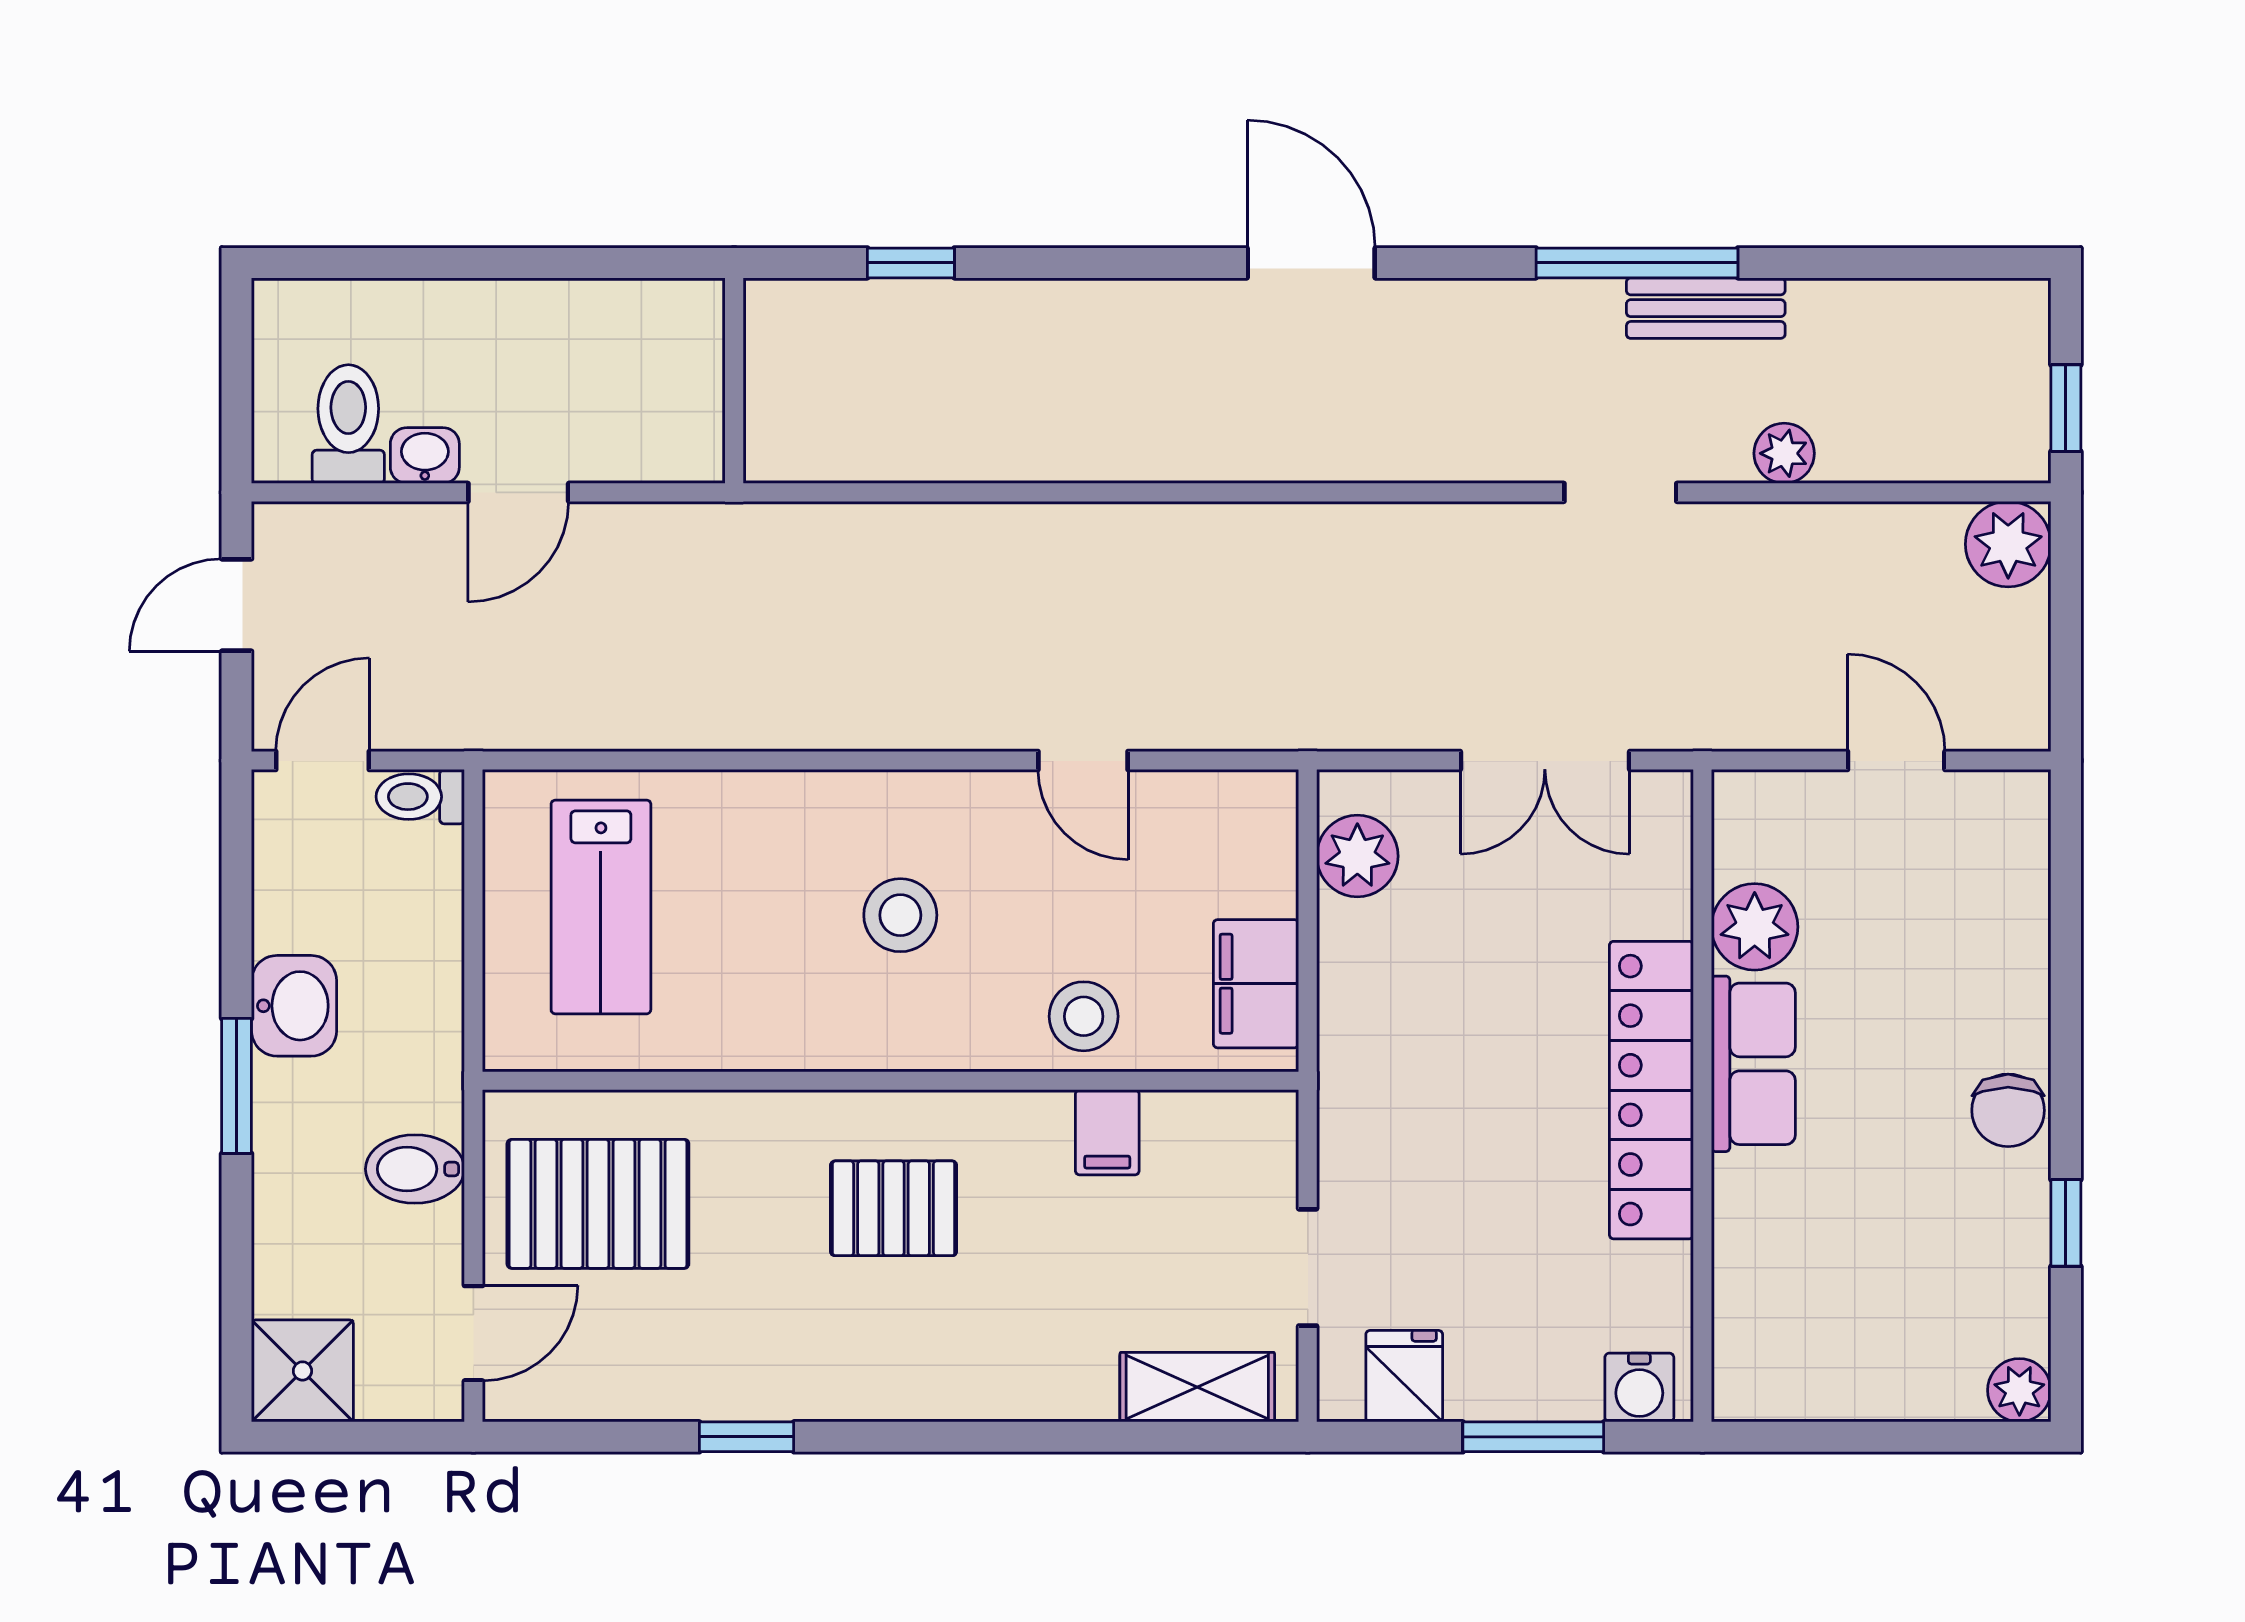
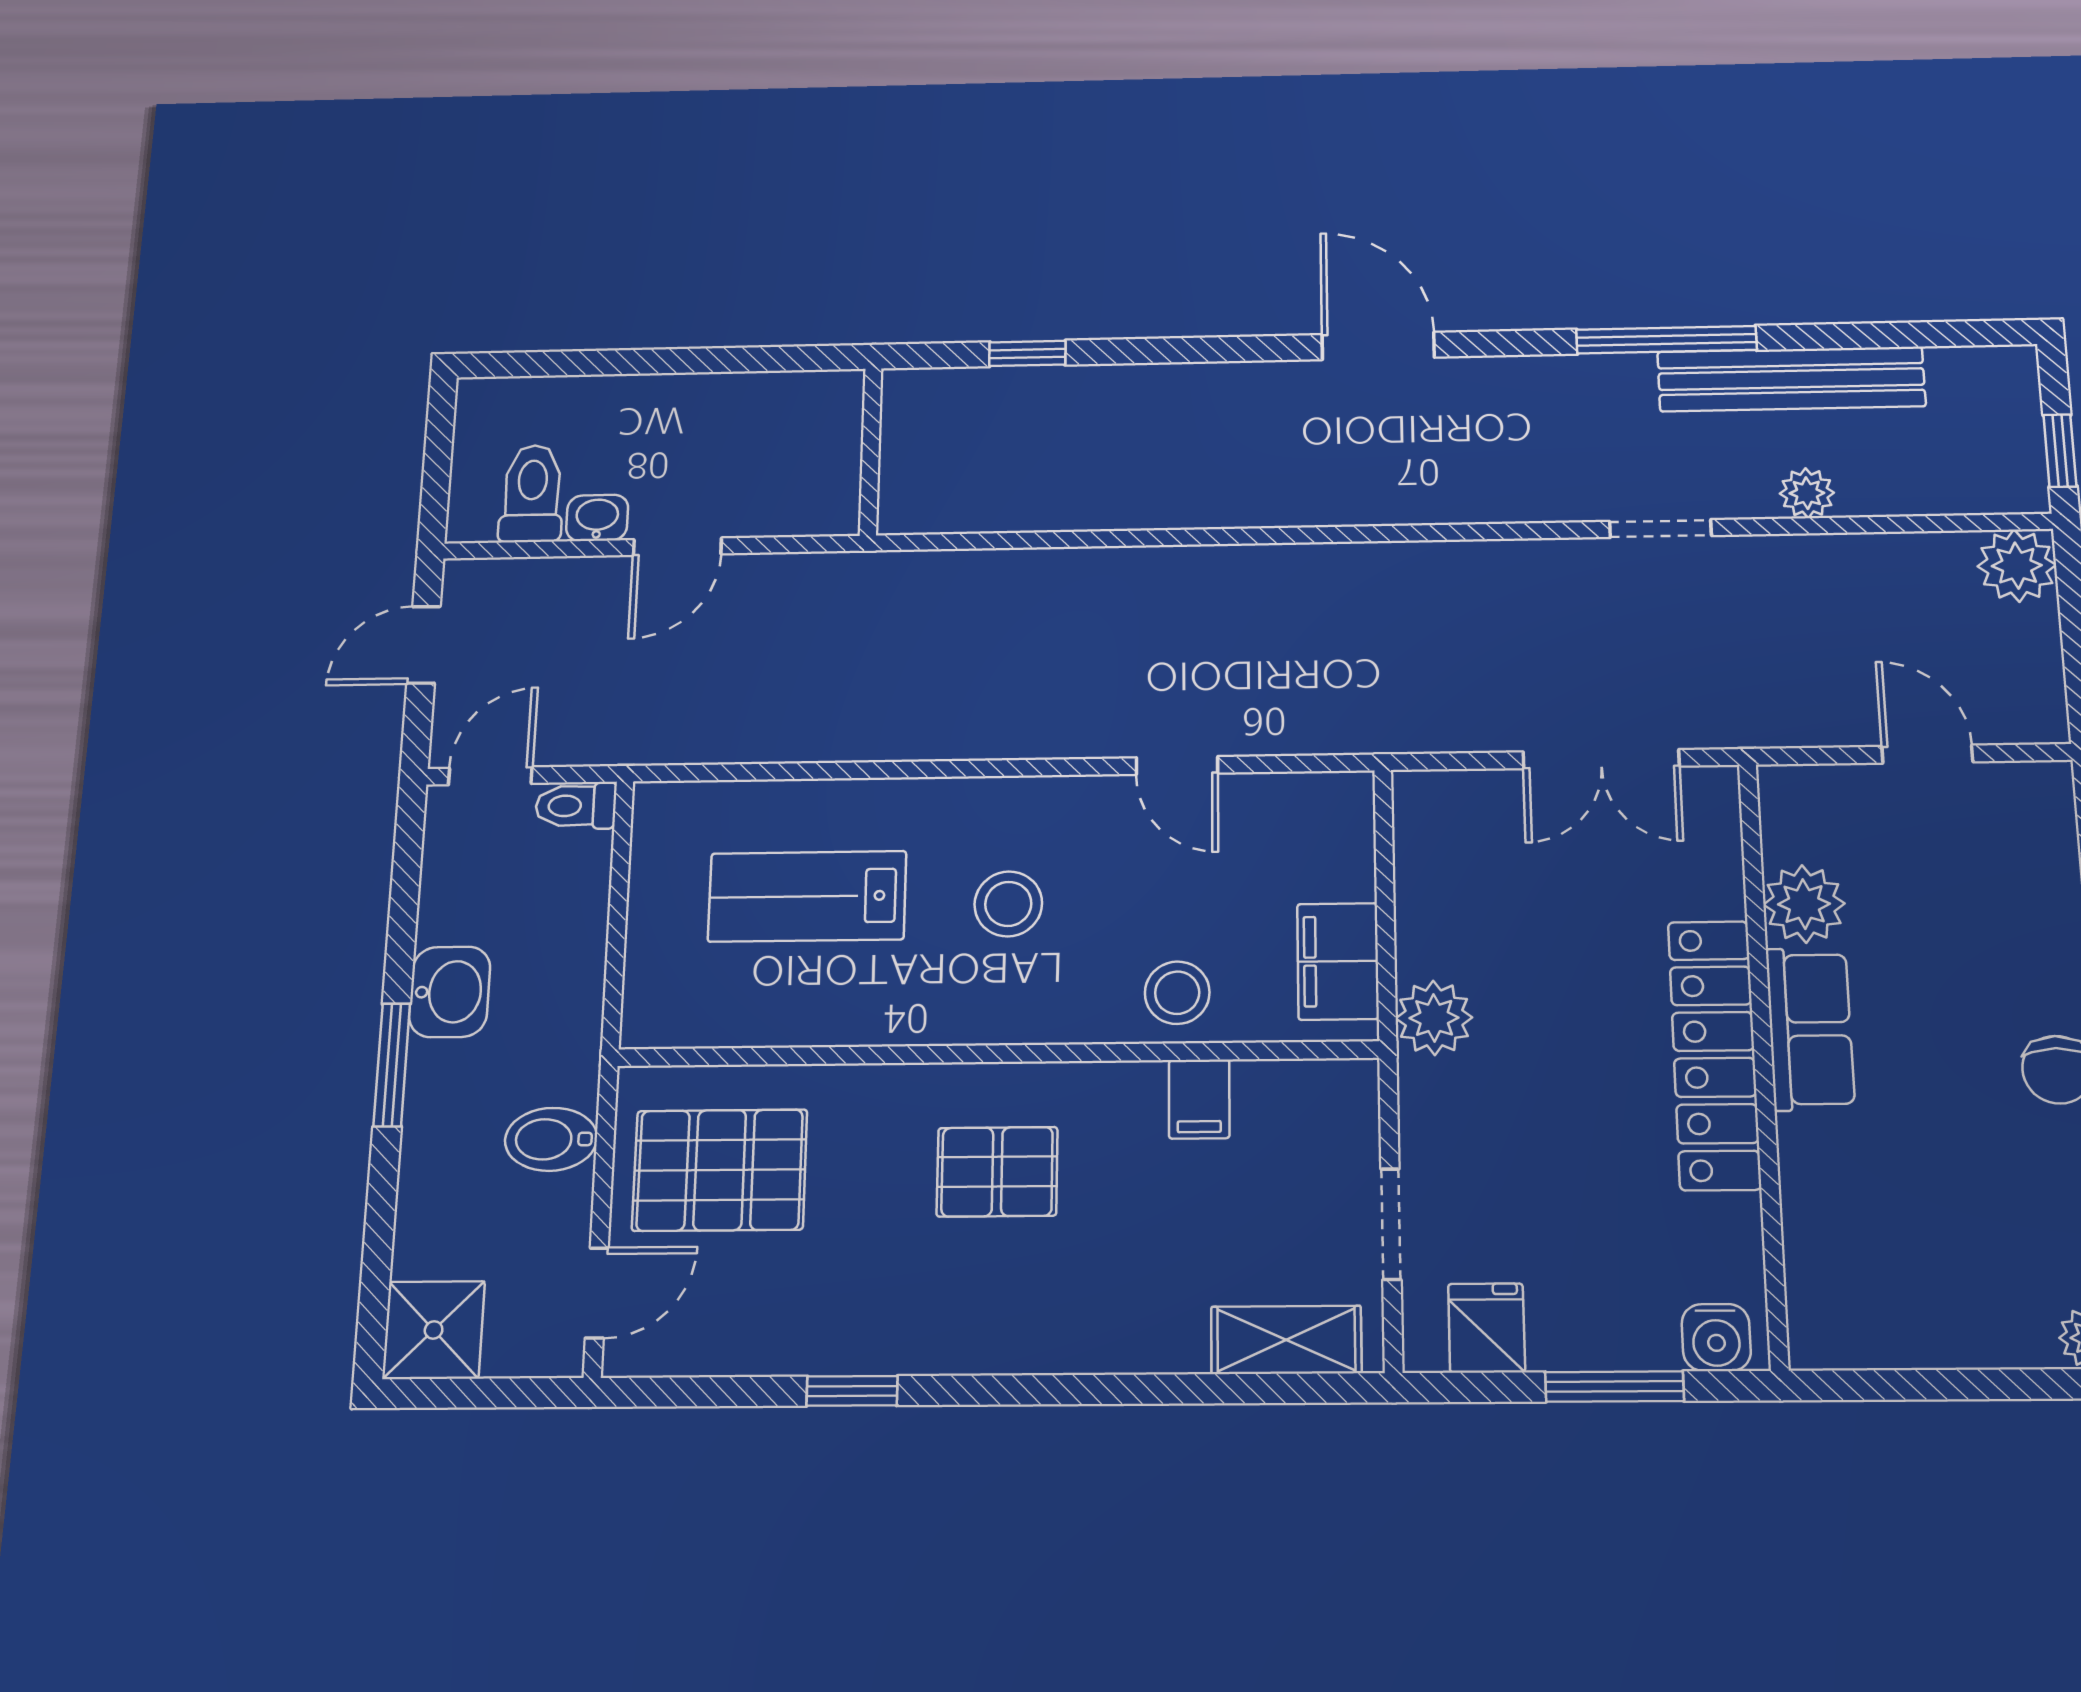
bench: (1706, 308) -> (1791, 379), width x1.86, depth x1.21
plant: (1357, 856) -> (1434, 1018), moved
lab bench: (601, 907) -> (807, 896), moved, turned 90

